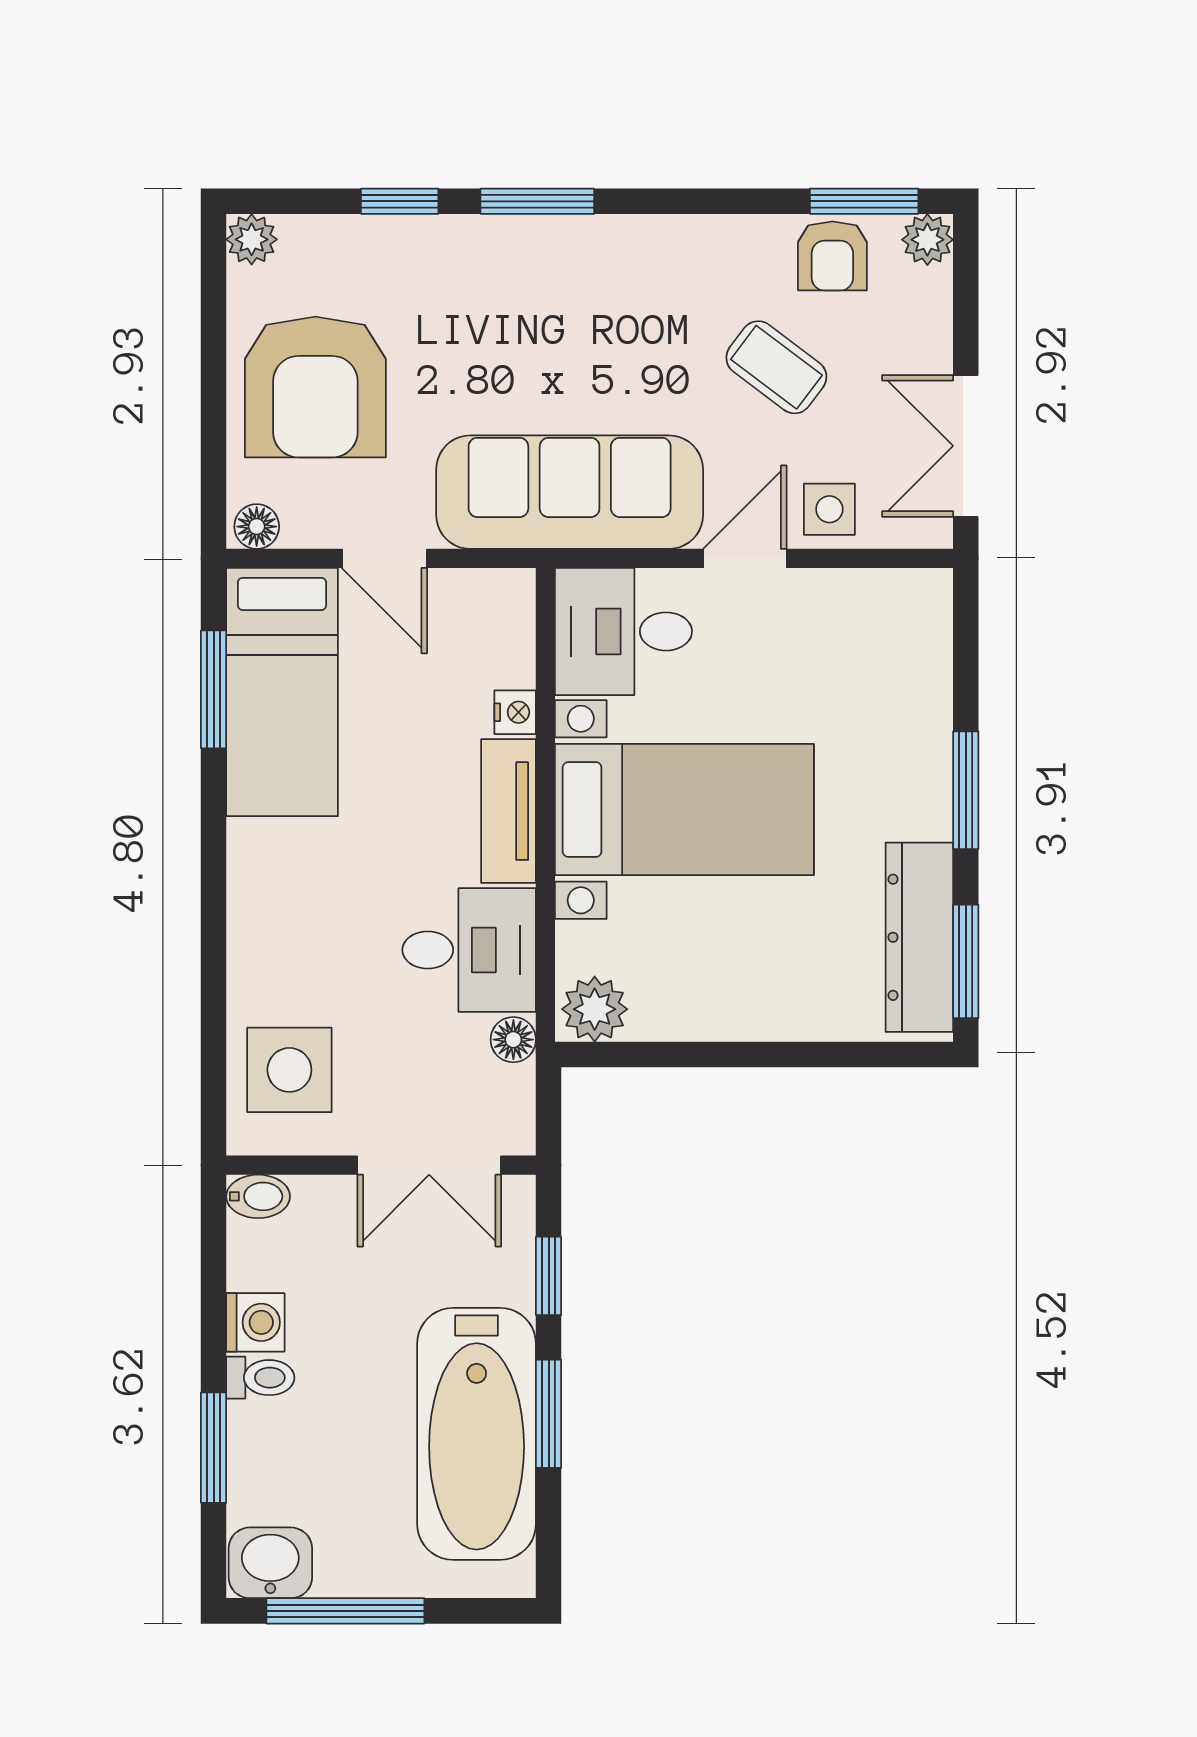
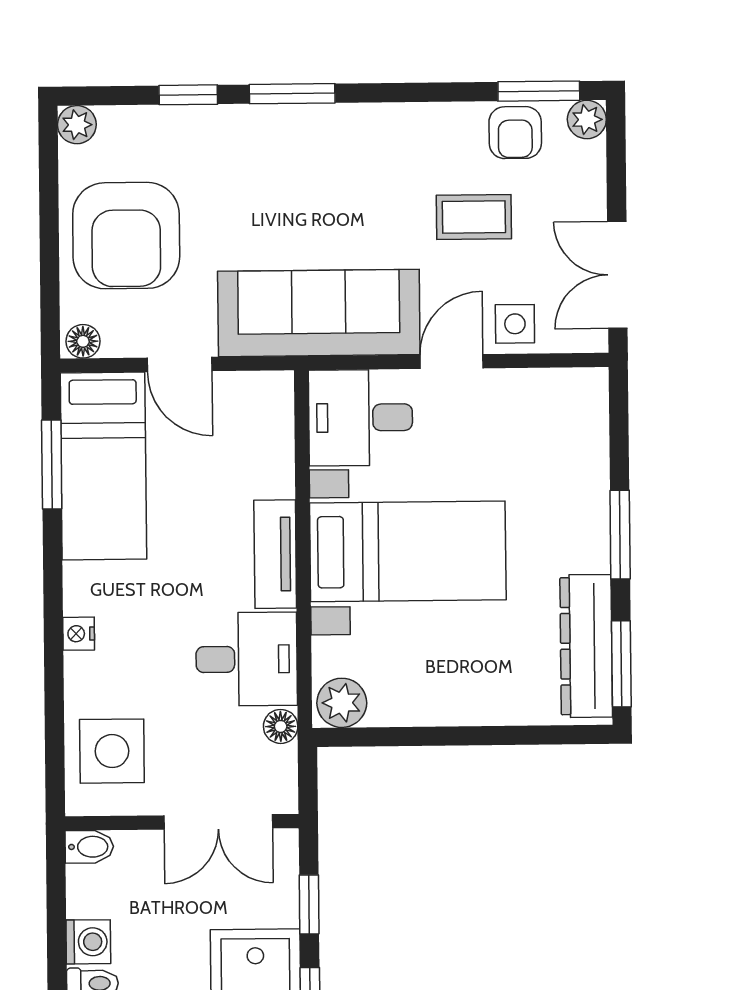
coffee table: (776, 367) -> (474, 217), turned -37
nightstand: (515, 712) -> (79, 634), moved, turned 180

